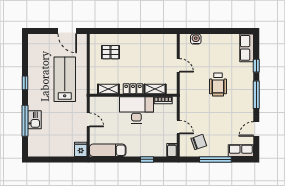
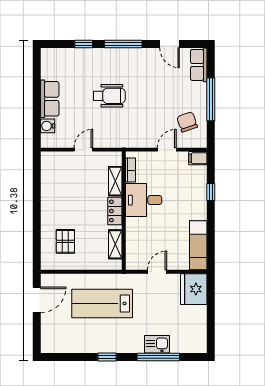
row of seats: (247, 48) -> (50, 99), moved, turned -90
desk: (136, 110) -> (144, 200), width x0.73
fridge: (81, 149) -> (194, 289), width x1.88, depth x1.34

